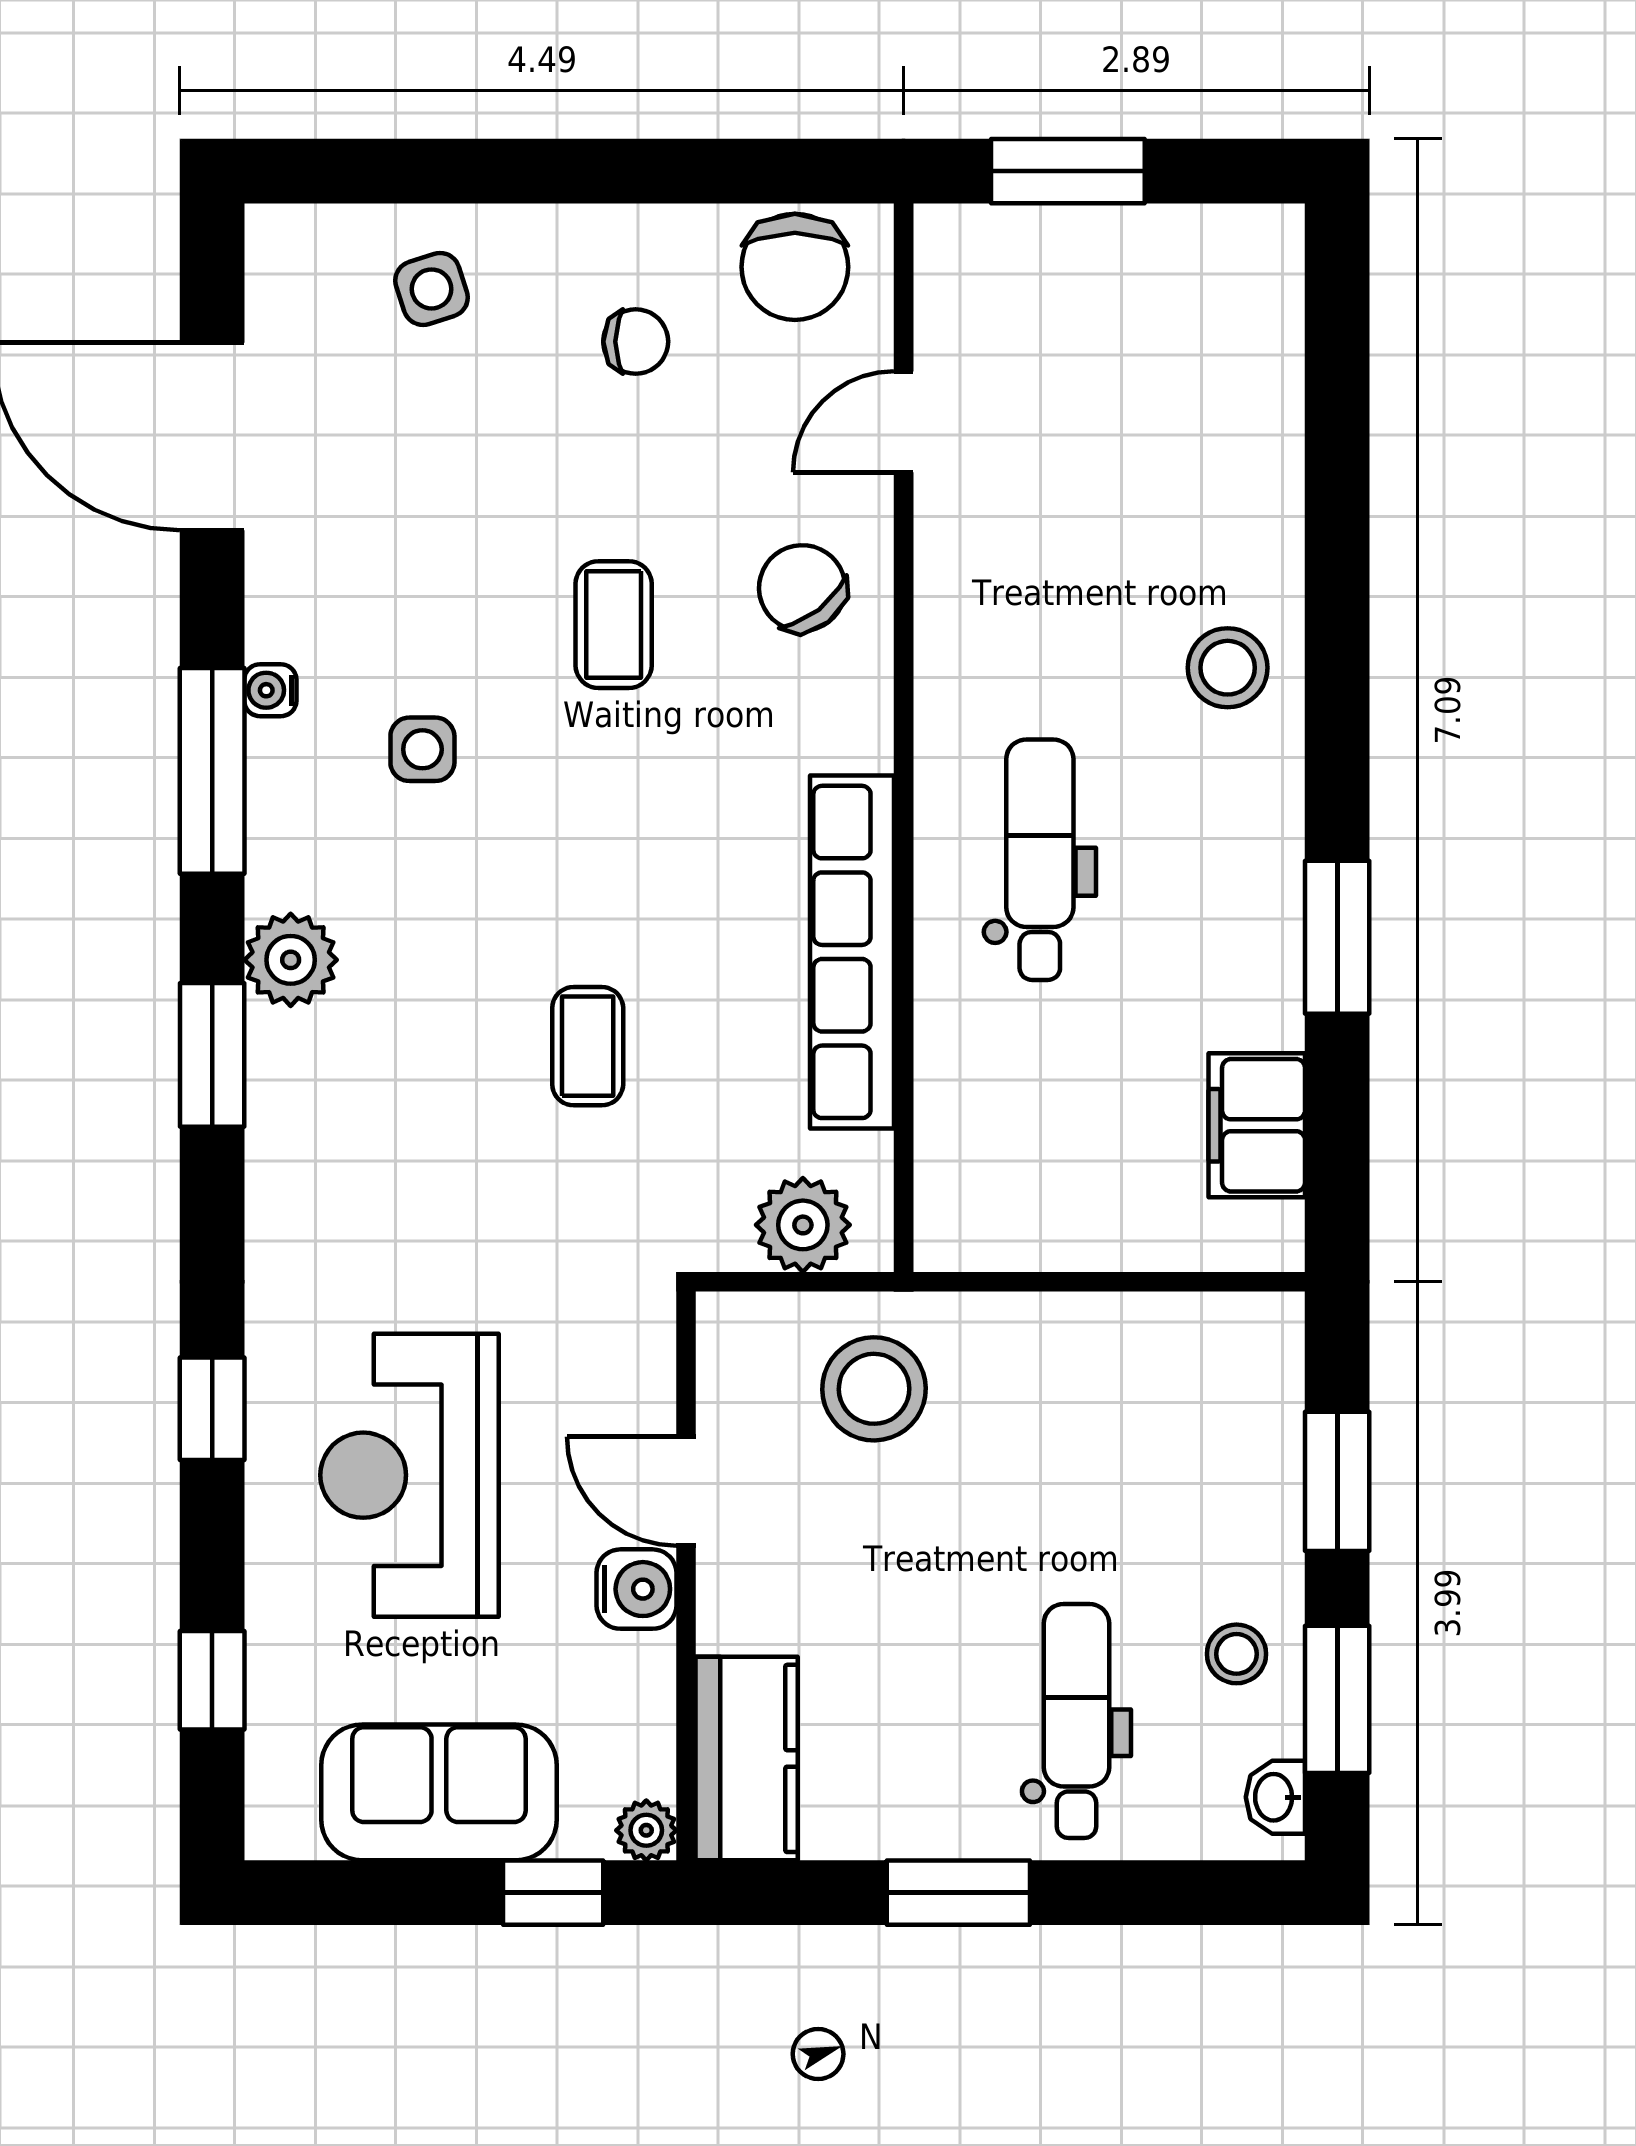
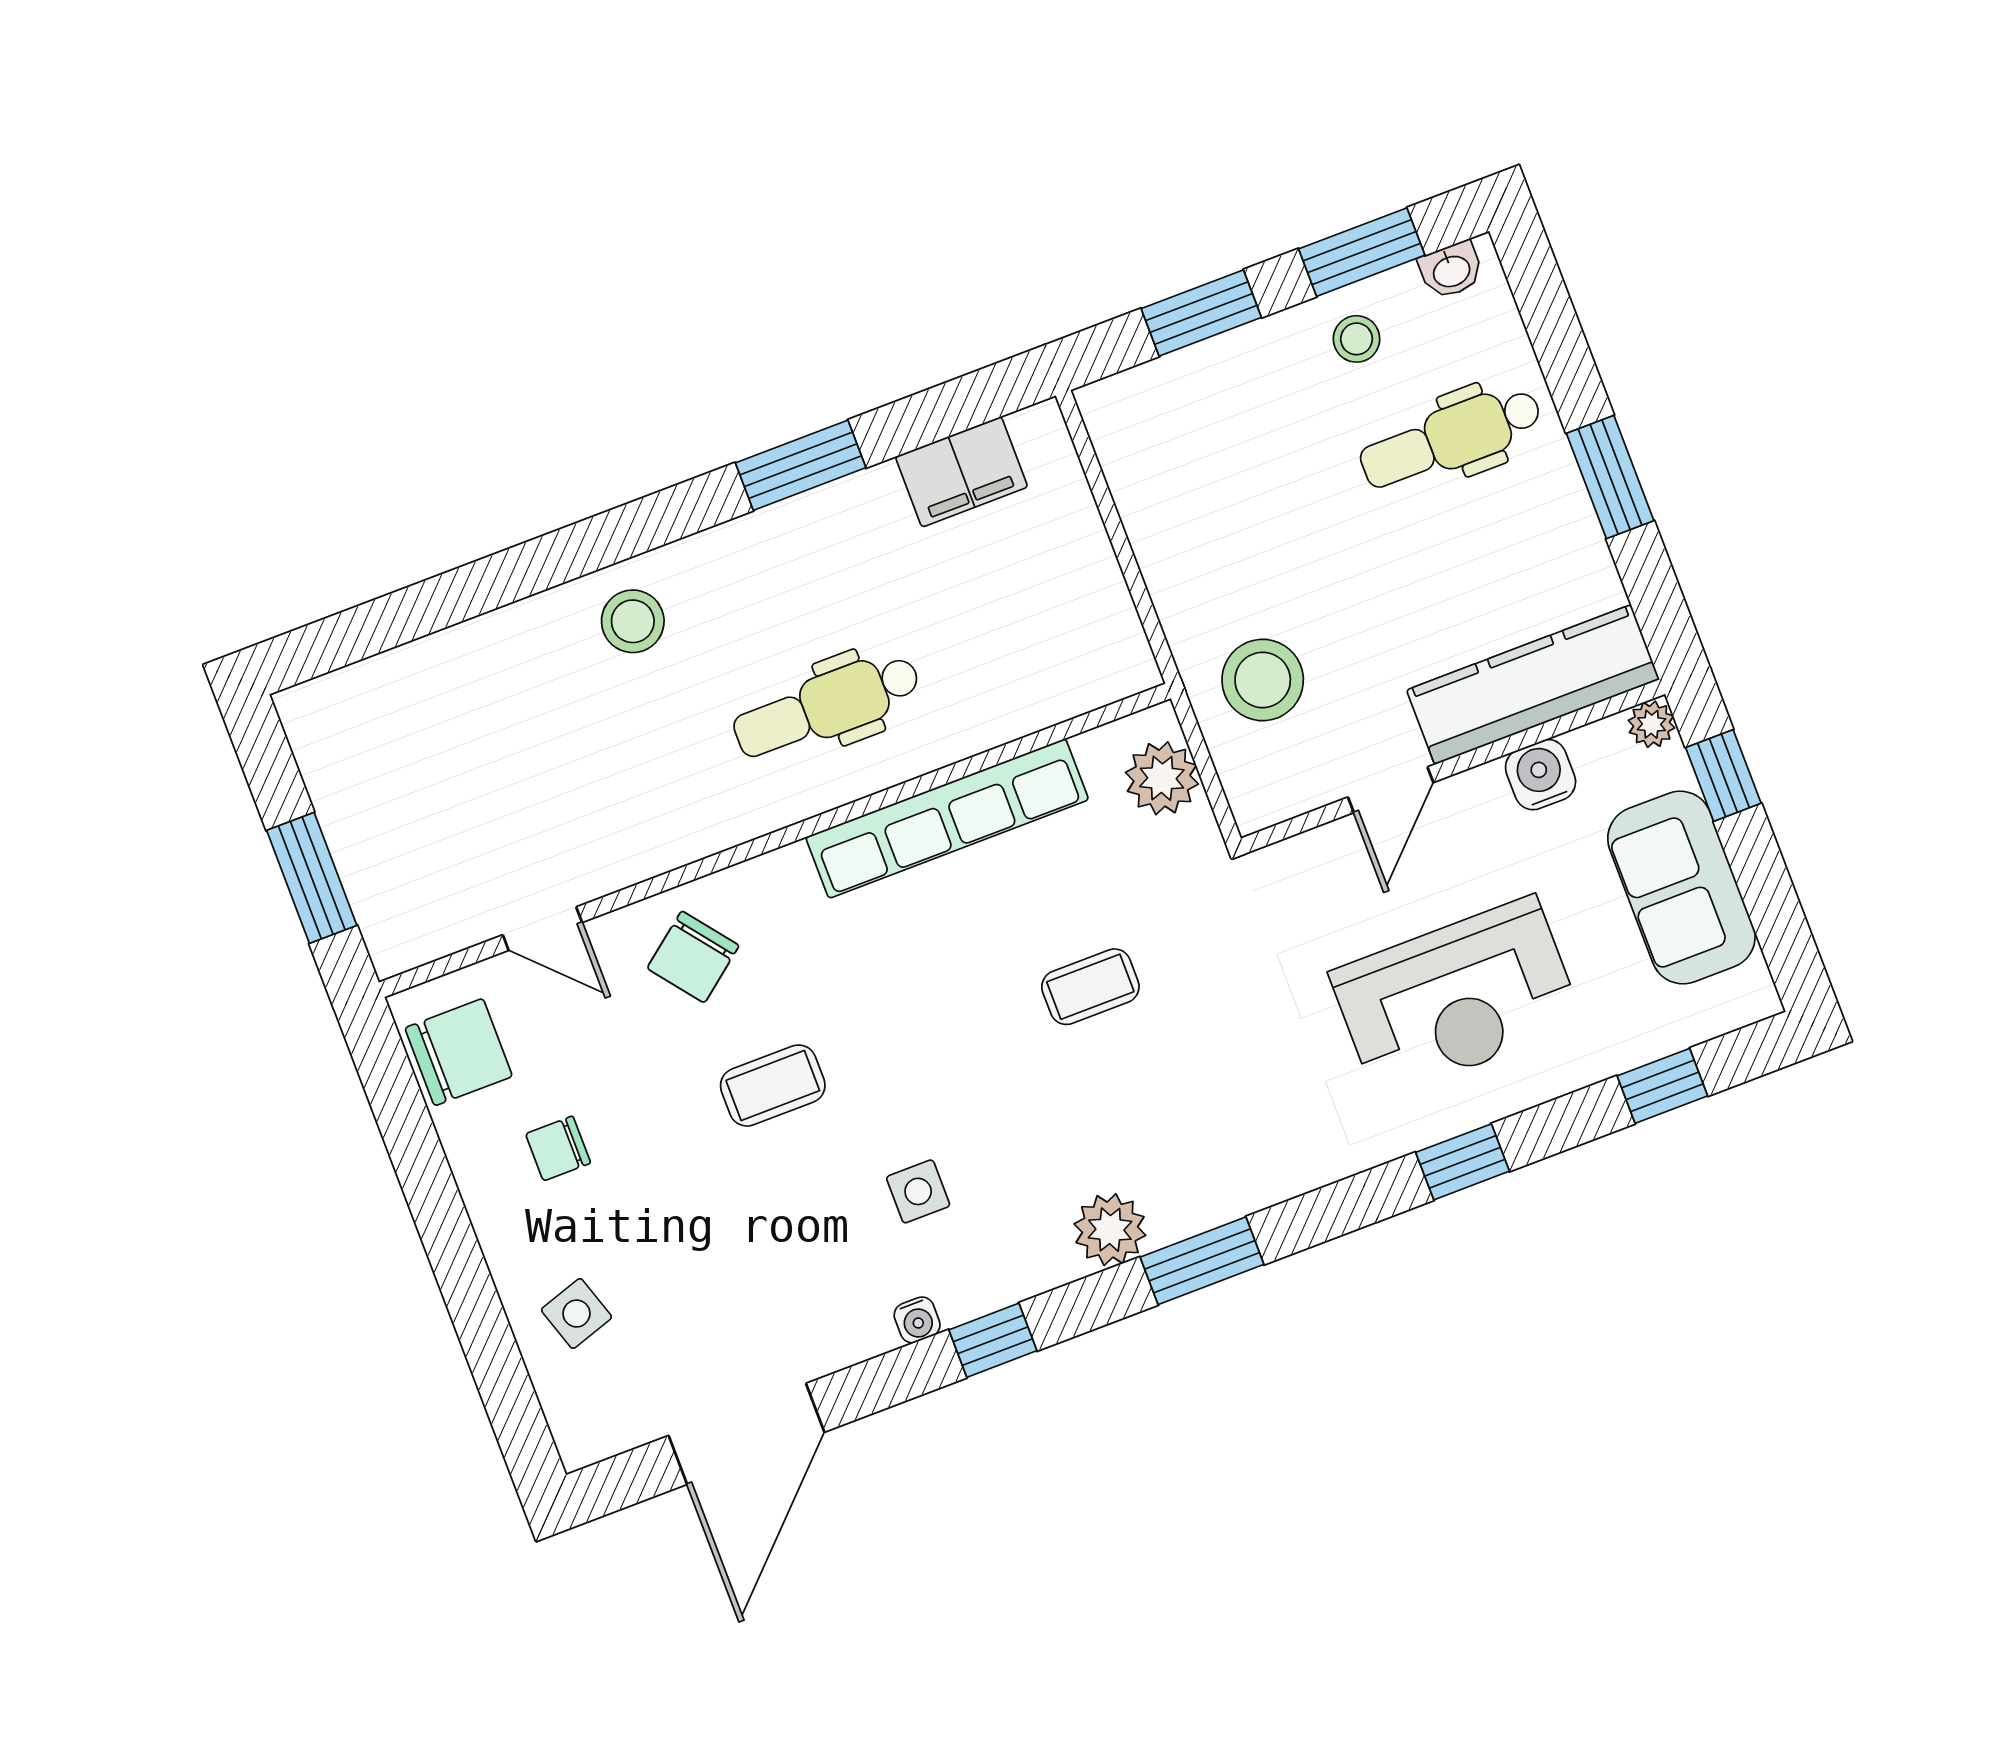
chair: (636, 342) -> (558, 1148), turned -90
window: (212, 771) -> (993, 1340), width x0.46
water cooler: (636, 1589) -> (1541, 775), moved
kitchen counter: (747, 1758) -> (1533, 685), width x1.50

